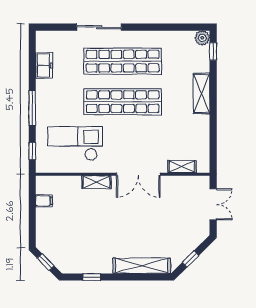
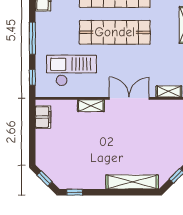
double door: (138, 174) -> (129, 98), swing flipped
filing cabinet: (44, 201) -> (43, 117), width x2.00
window: (92, 277) -> (75, 192), moved

